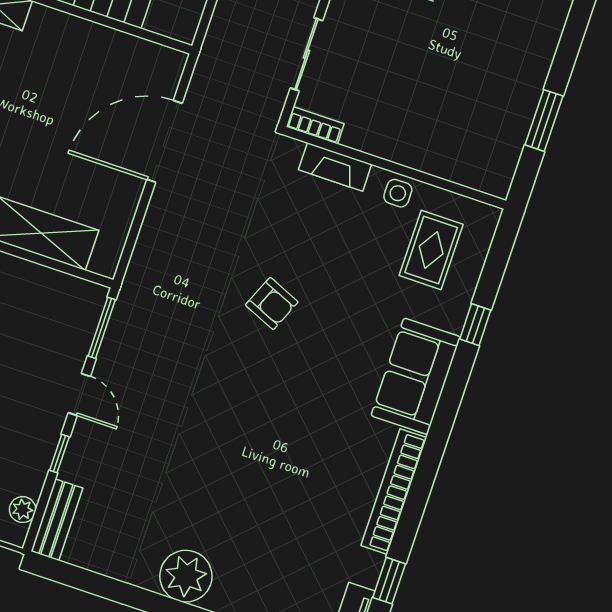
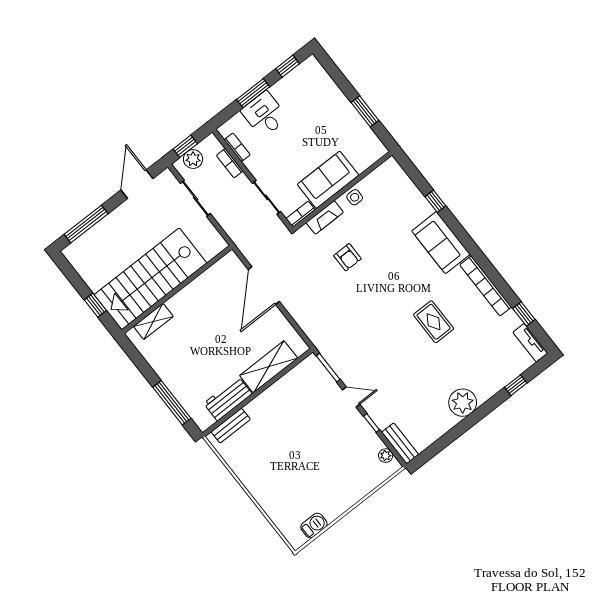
sofa: (398, 133) -> (328, 180), added
rug: (431, 250) -> (434, 322), moved
armchair: (272, 303) -> (347, 257), moved, turned 67

